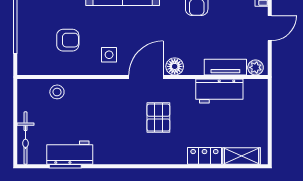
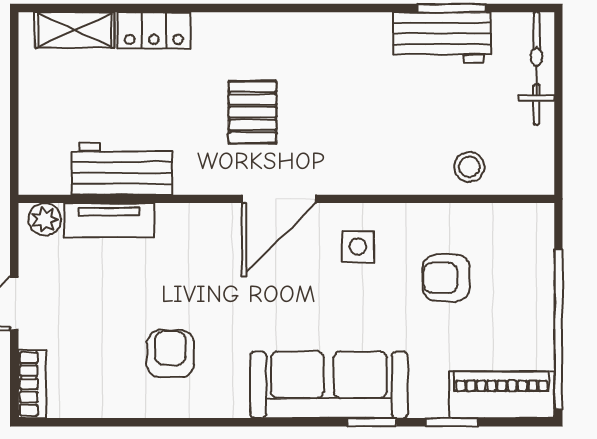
floor lamp: (175, 66) -> (218, 221), removed

